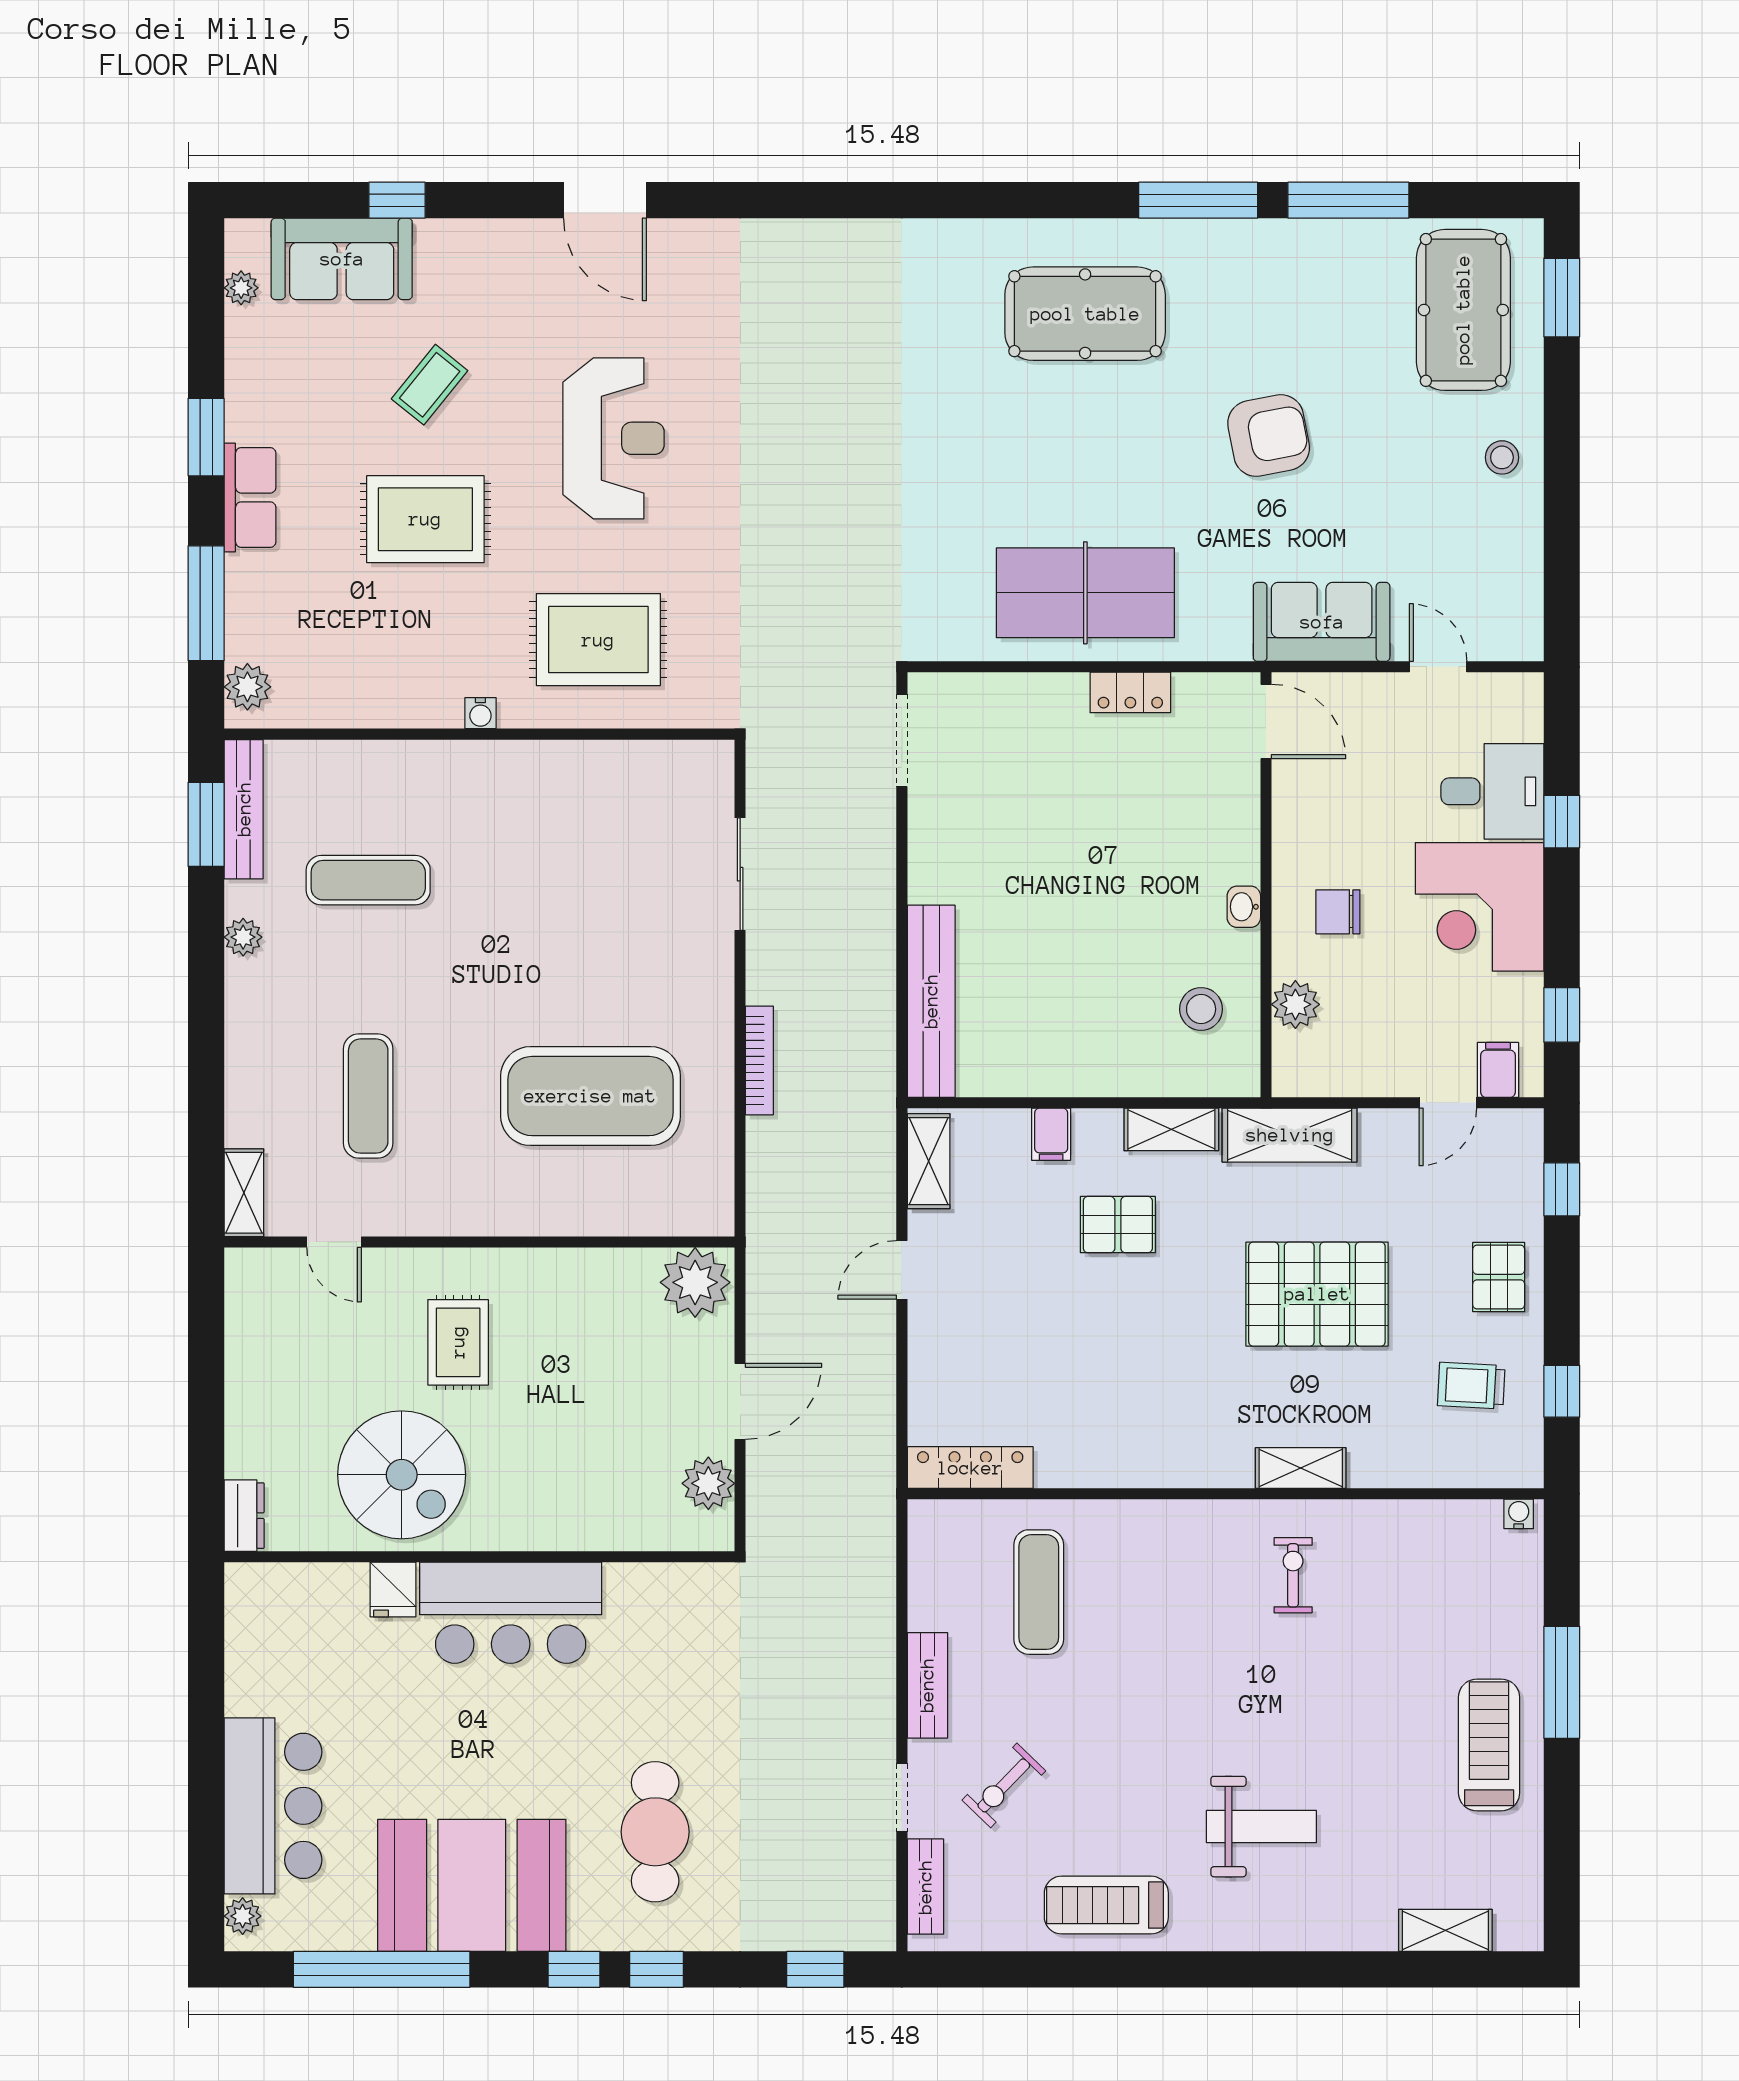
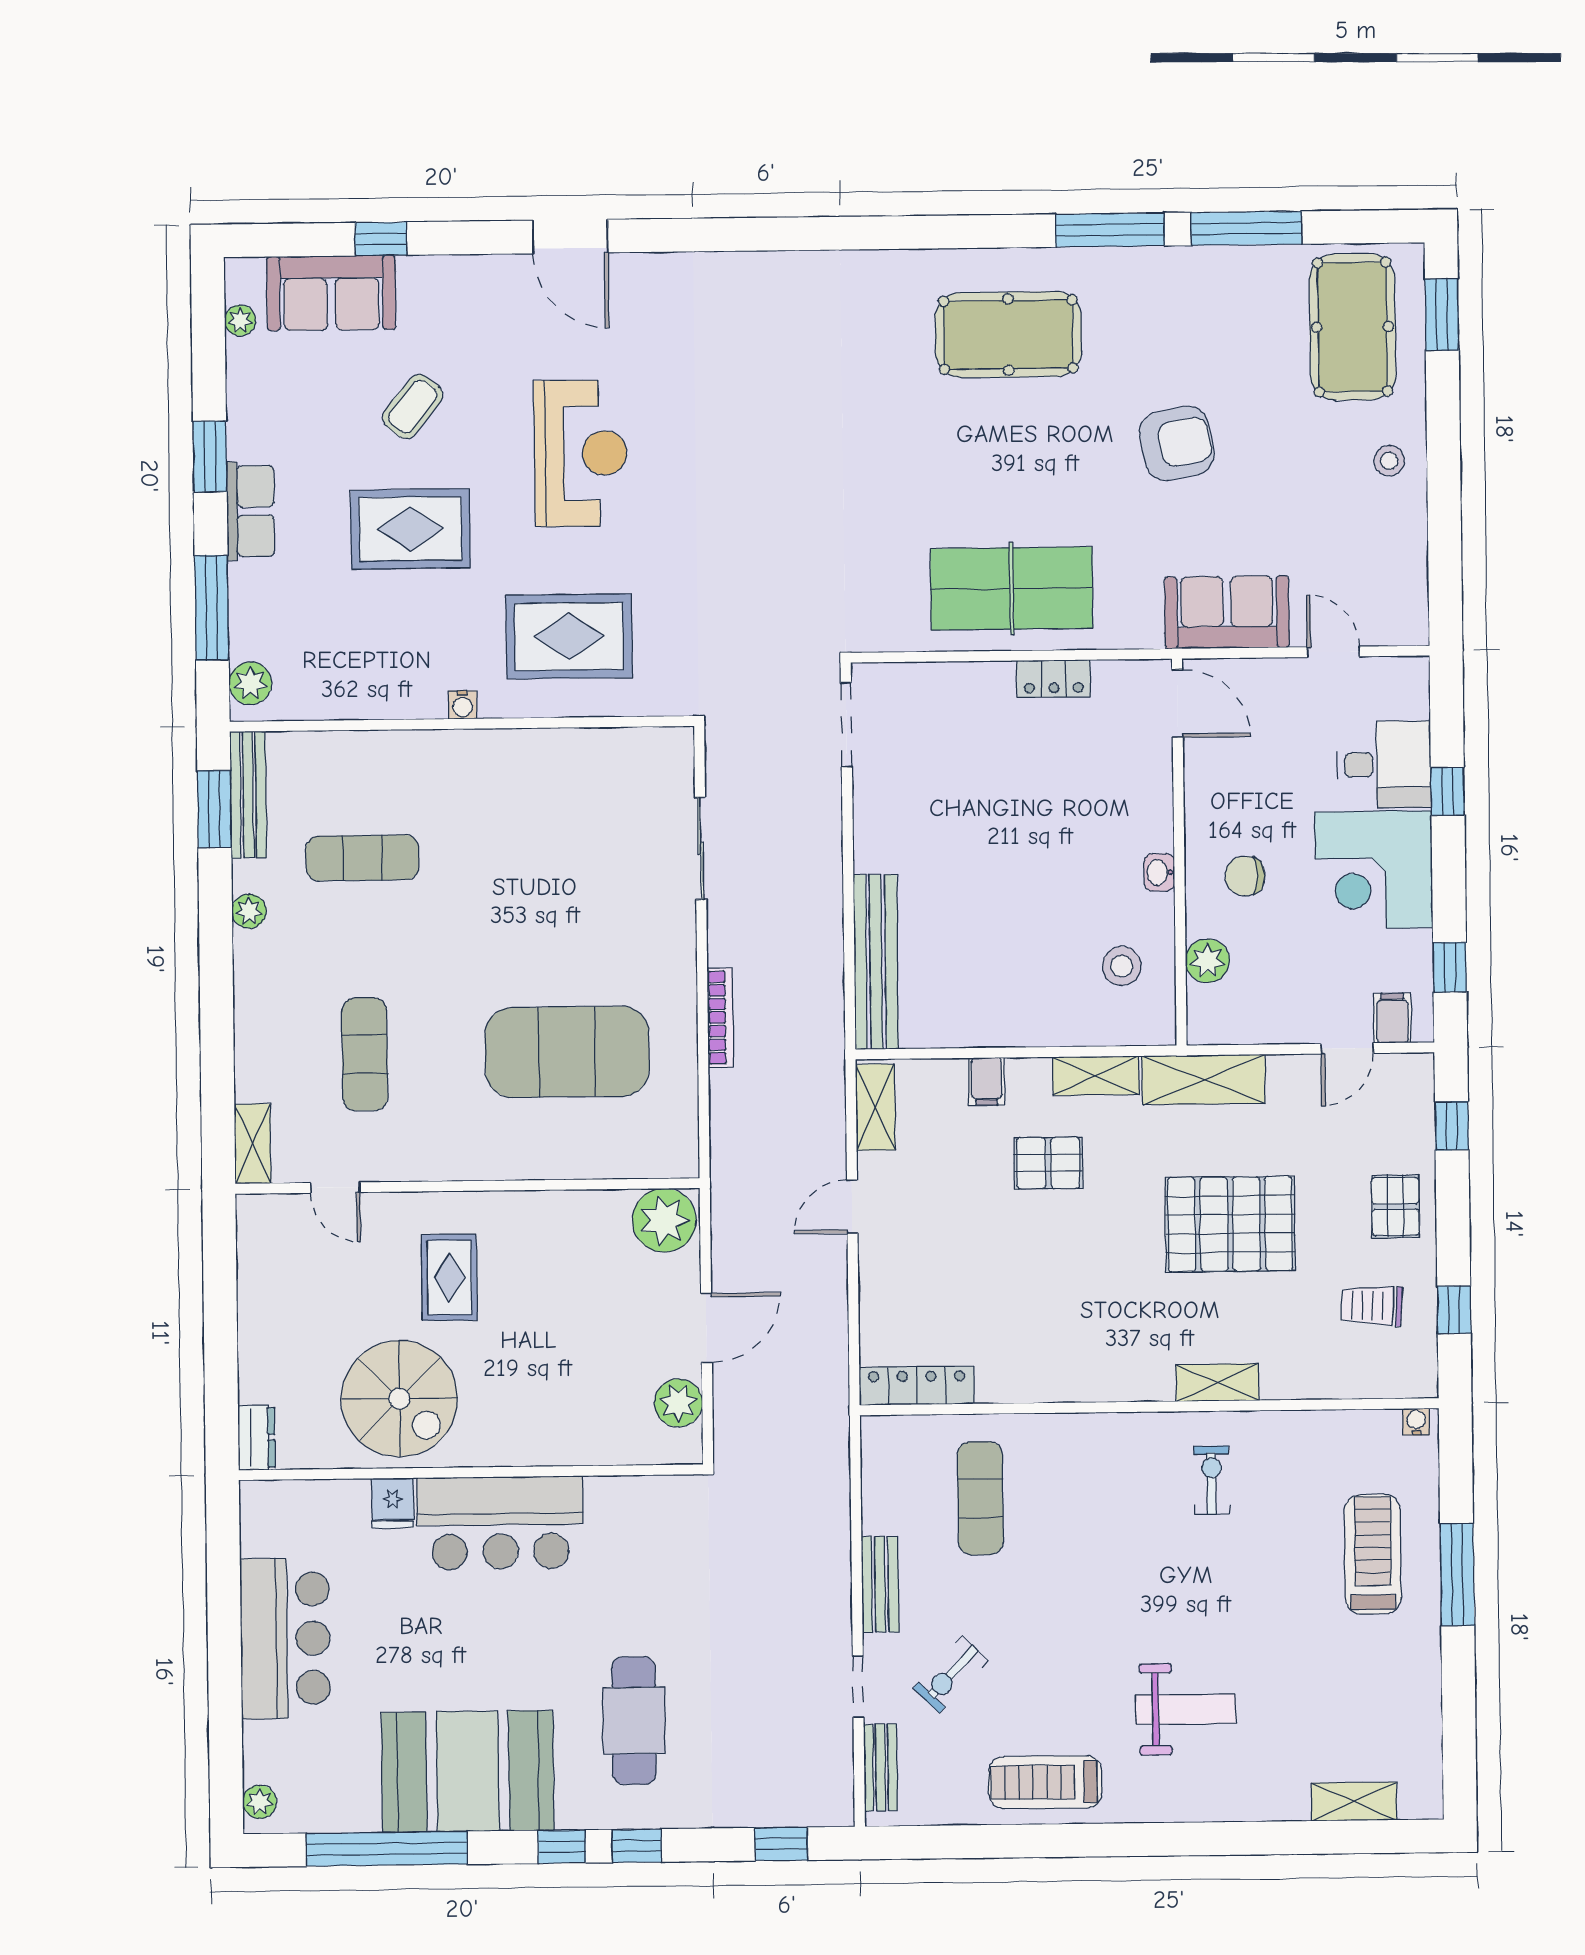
treadmill: (1489, 1745) -> (1373, 1554), moved
bar counter: (273, 1806) -> (285, 1638), moved

